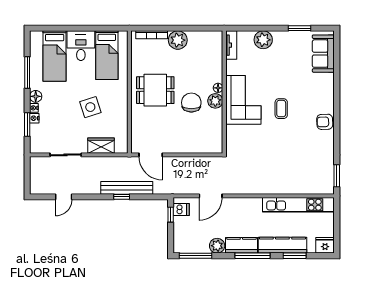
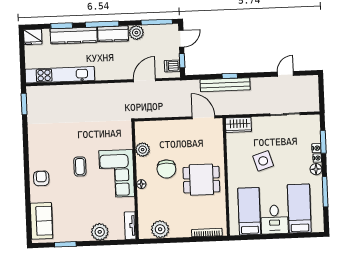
plant: (178, 40) -> (160, 229), moved
plant: (215, 101) -> (143, 150), moved
armchair: (325, 122) -> (41, 178), moved, turned -88
wardrobe: (101, 146) -> (238, 125), moved
door: (171, 238) -> (181, 39), added

